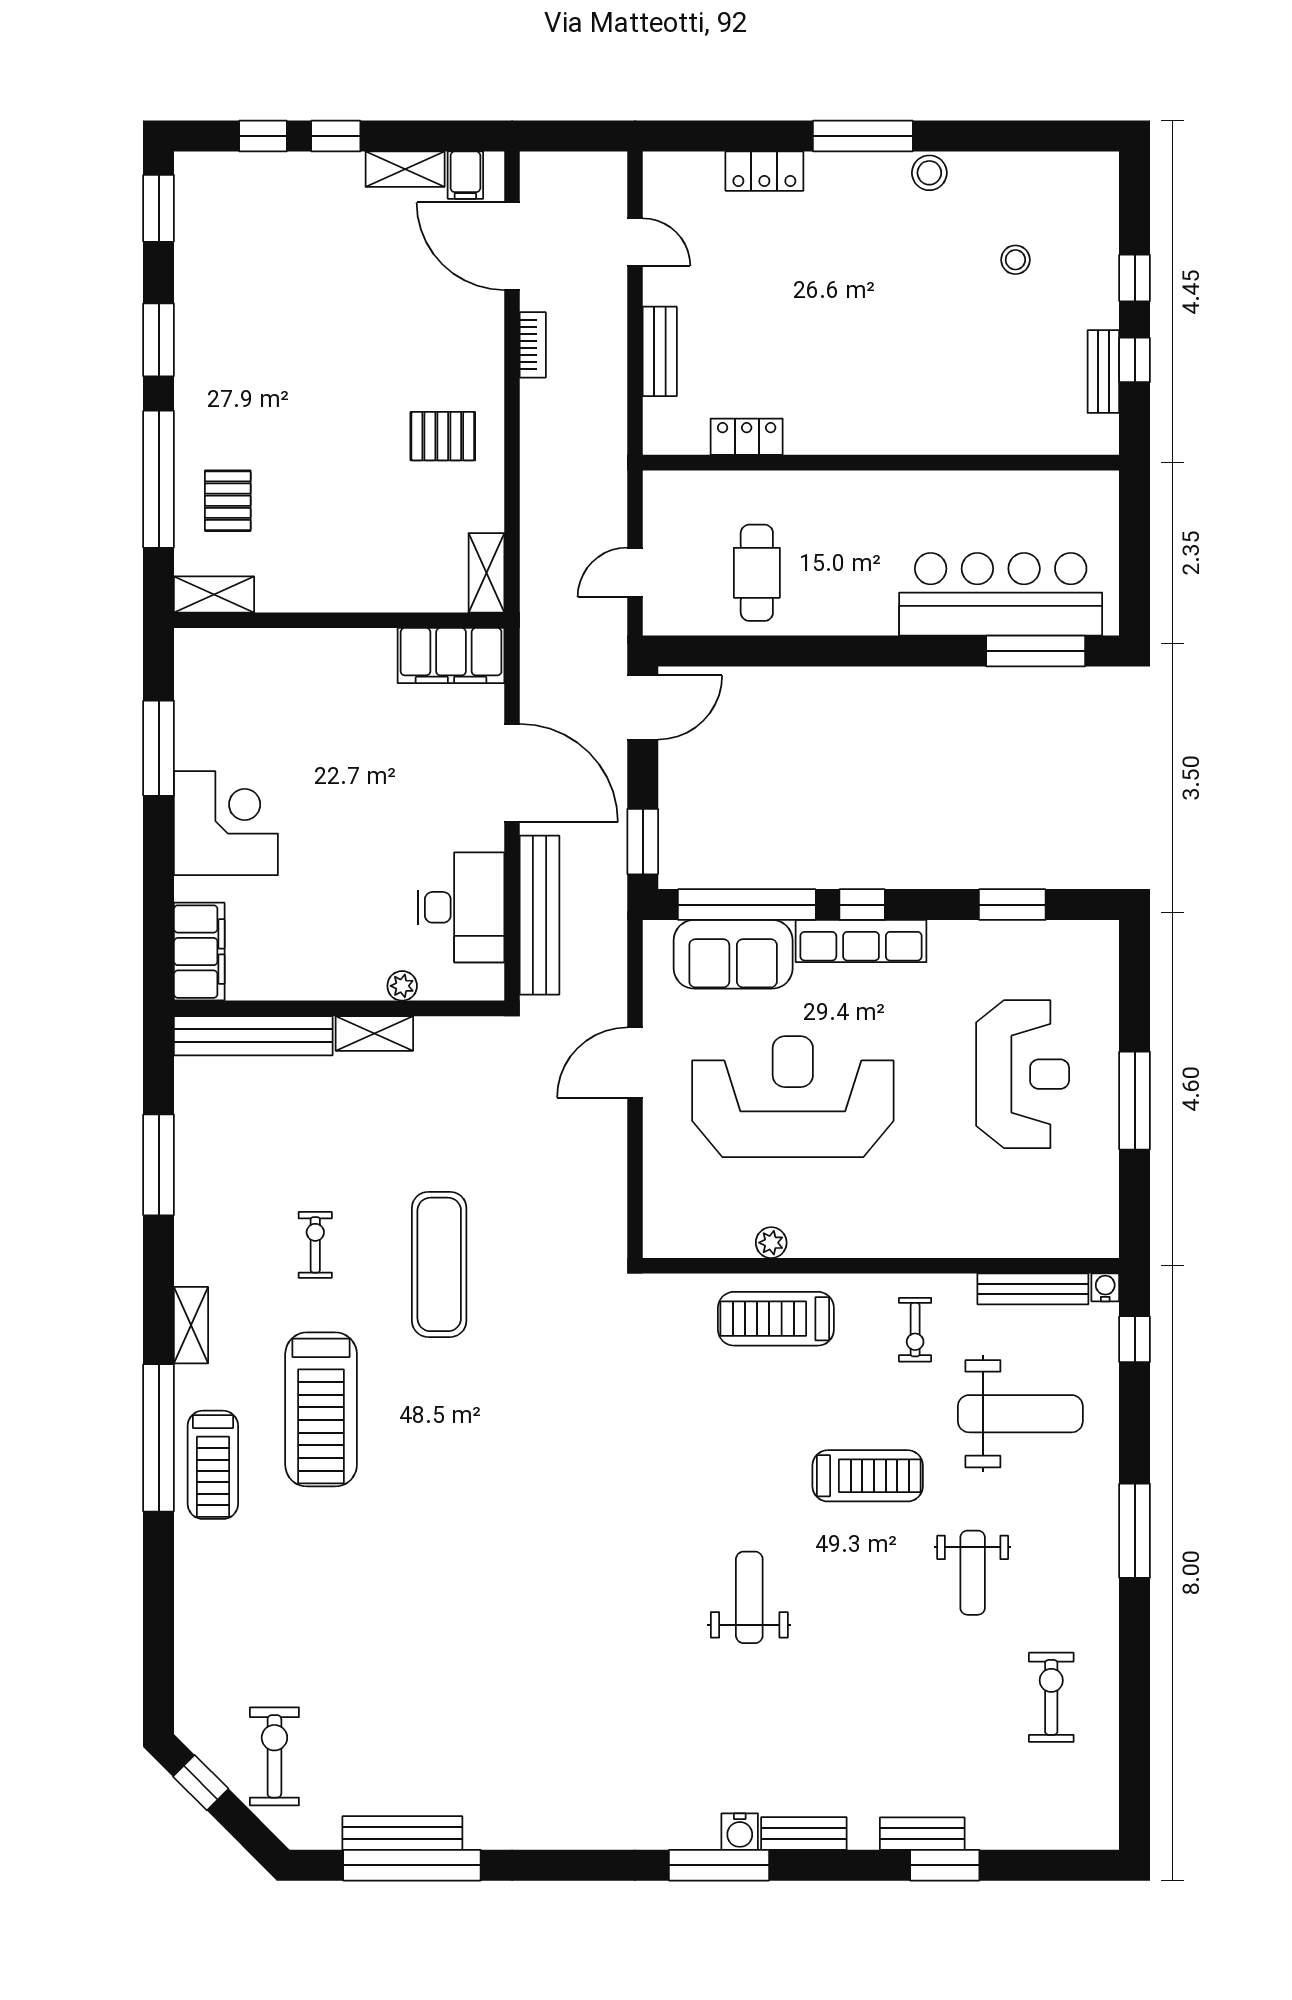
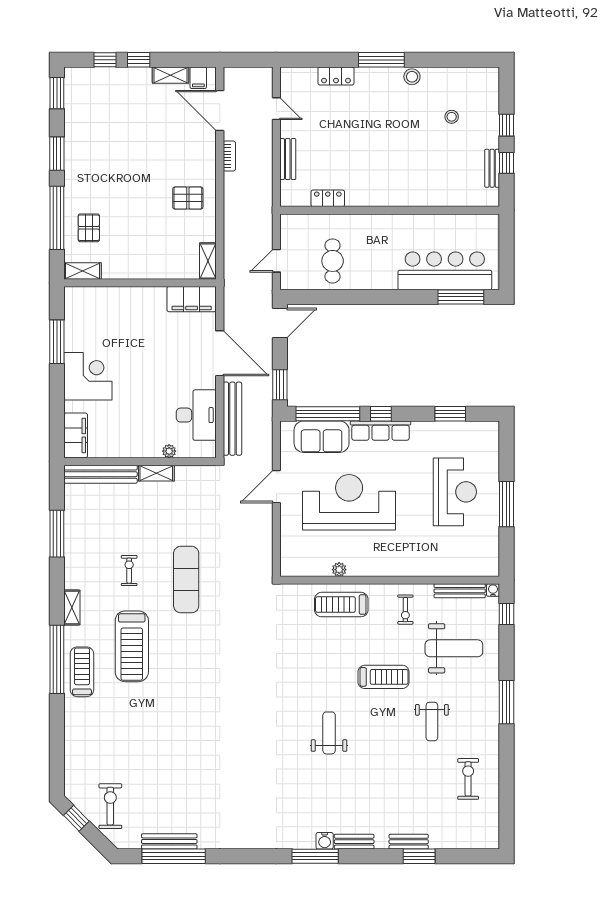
treadmill: (213, 1465) -> (82, 672), turned 180

